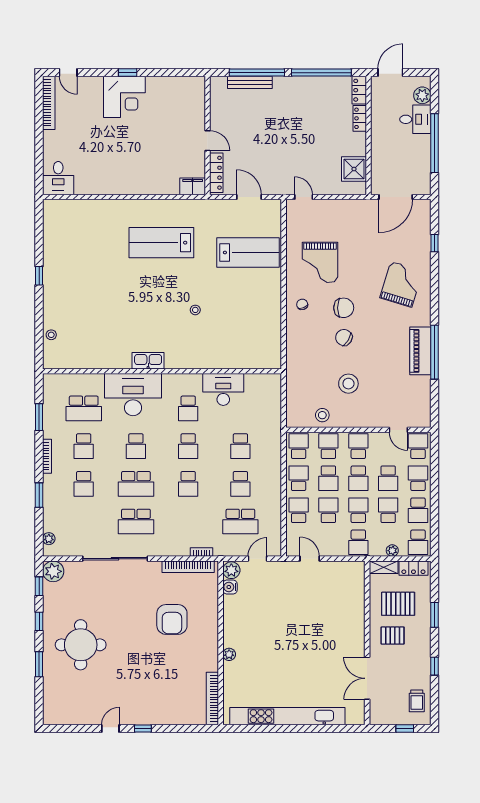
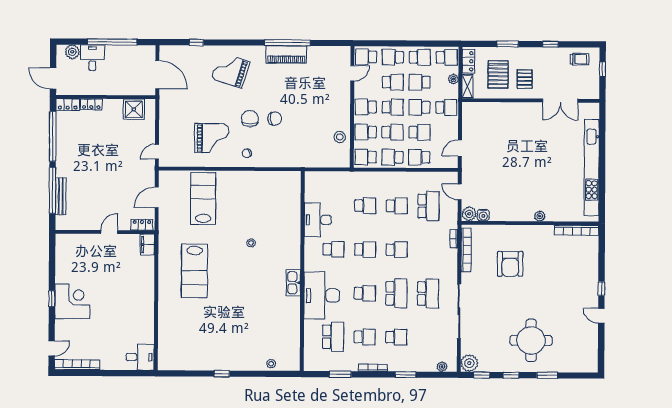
locker: (216, 173) -> (142, 225), width x0.66
chair: (344, 337) -> (275, 119), turned -130
stool: (348, 384) -> (313, 115), removed
school desk: (328, 510) -> (419, 132), turned 180
armchair: (172, 619) -> (510, 264), turned 90

